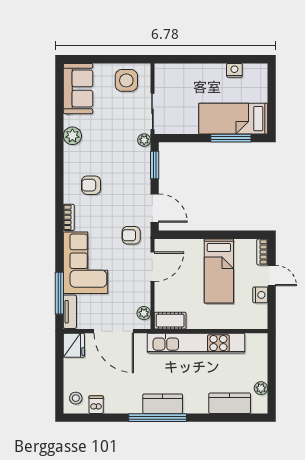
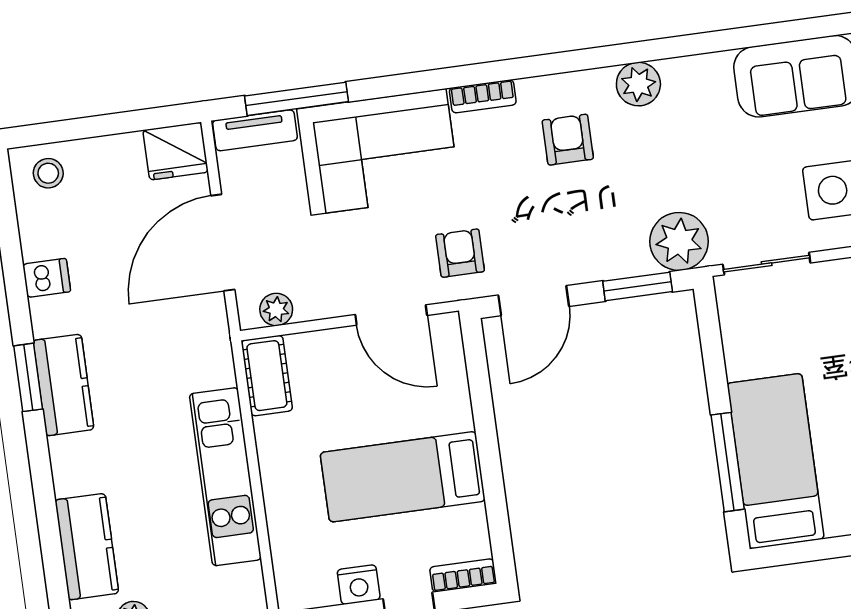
plant: (72, 136) -> (638, 84), moved
plant: (144, 140) -> (679, 241), width x1.87, depth x1.87
kitchen unit: (196, 343) -> (225, 477), width x0.73
dishwasher: (96, 405) -> (47, 278), moved
window: (158, 418) -> (28, 377), width x0.47

